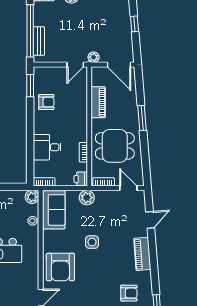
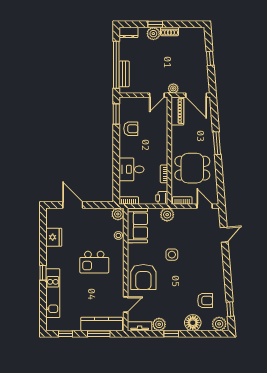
piano: (98, 102) -> (177, 111), moved
piano: (142, 254) -> (217, 265), removed

